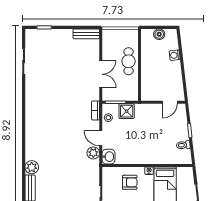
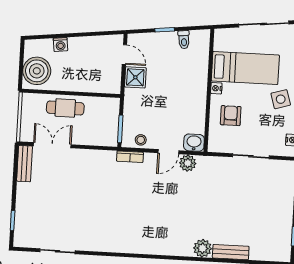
boiler: (159, 34) -> (37, 71), width x1.86, depth x1.86
double door: (101, 74) -> (52, 145), moved
shower: (127, 111) -> (135, 77), moved

